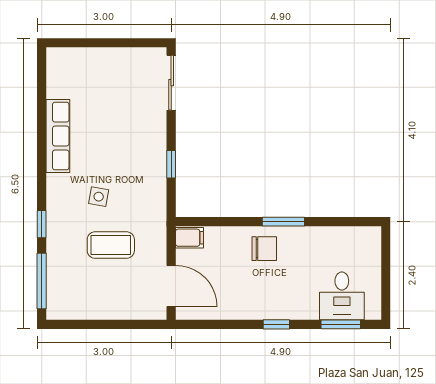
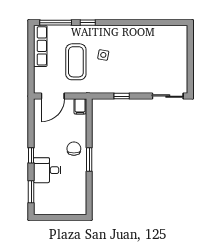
row of seats: (58, 136) -> (40, 46), moved, turned -90
coffee table: (111, 245) -> (76, 62), width x1.36, depth x1.32
chair: (264, 249) -> (74, 149), turned 180
desk: (342, 296) -> (47, 170), moved

